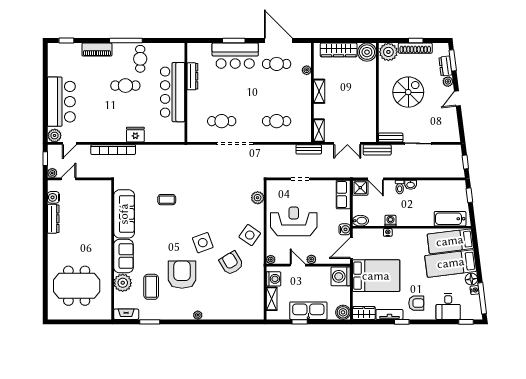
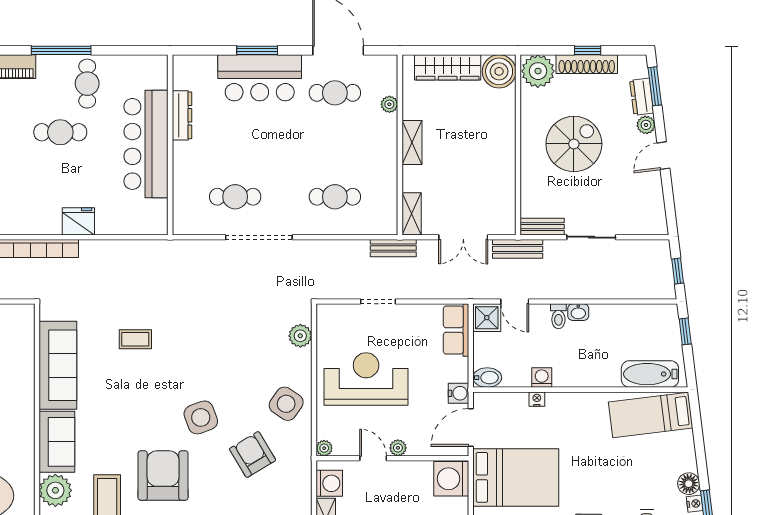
bed: (451, 263) -> (651, 455), removed

